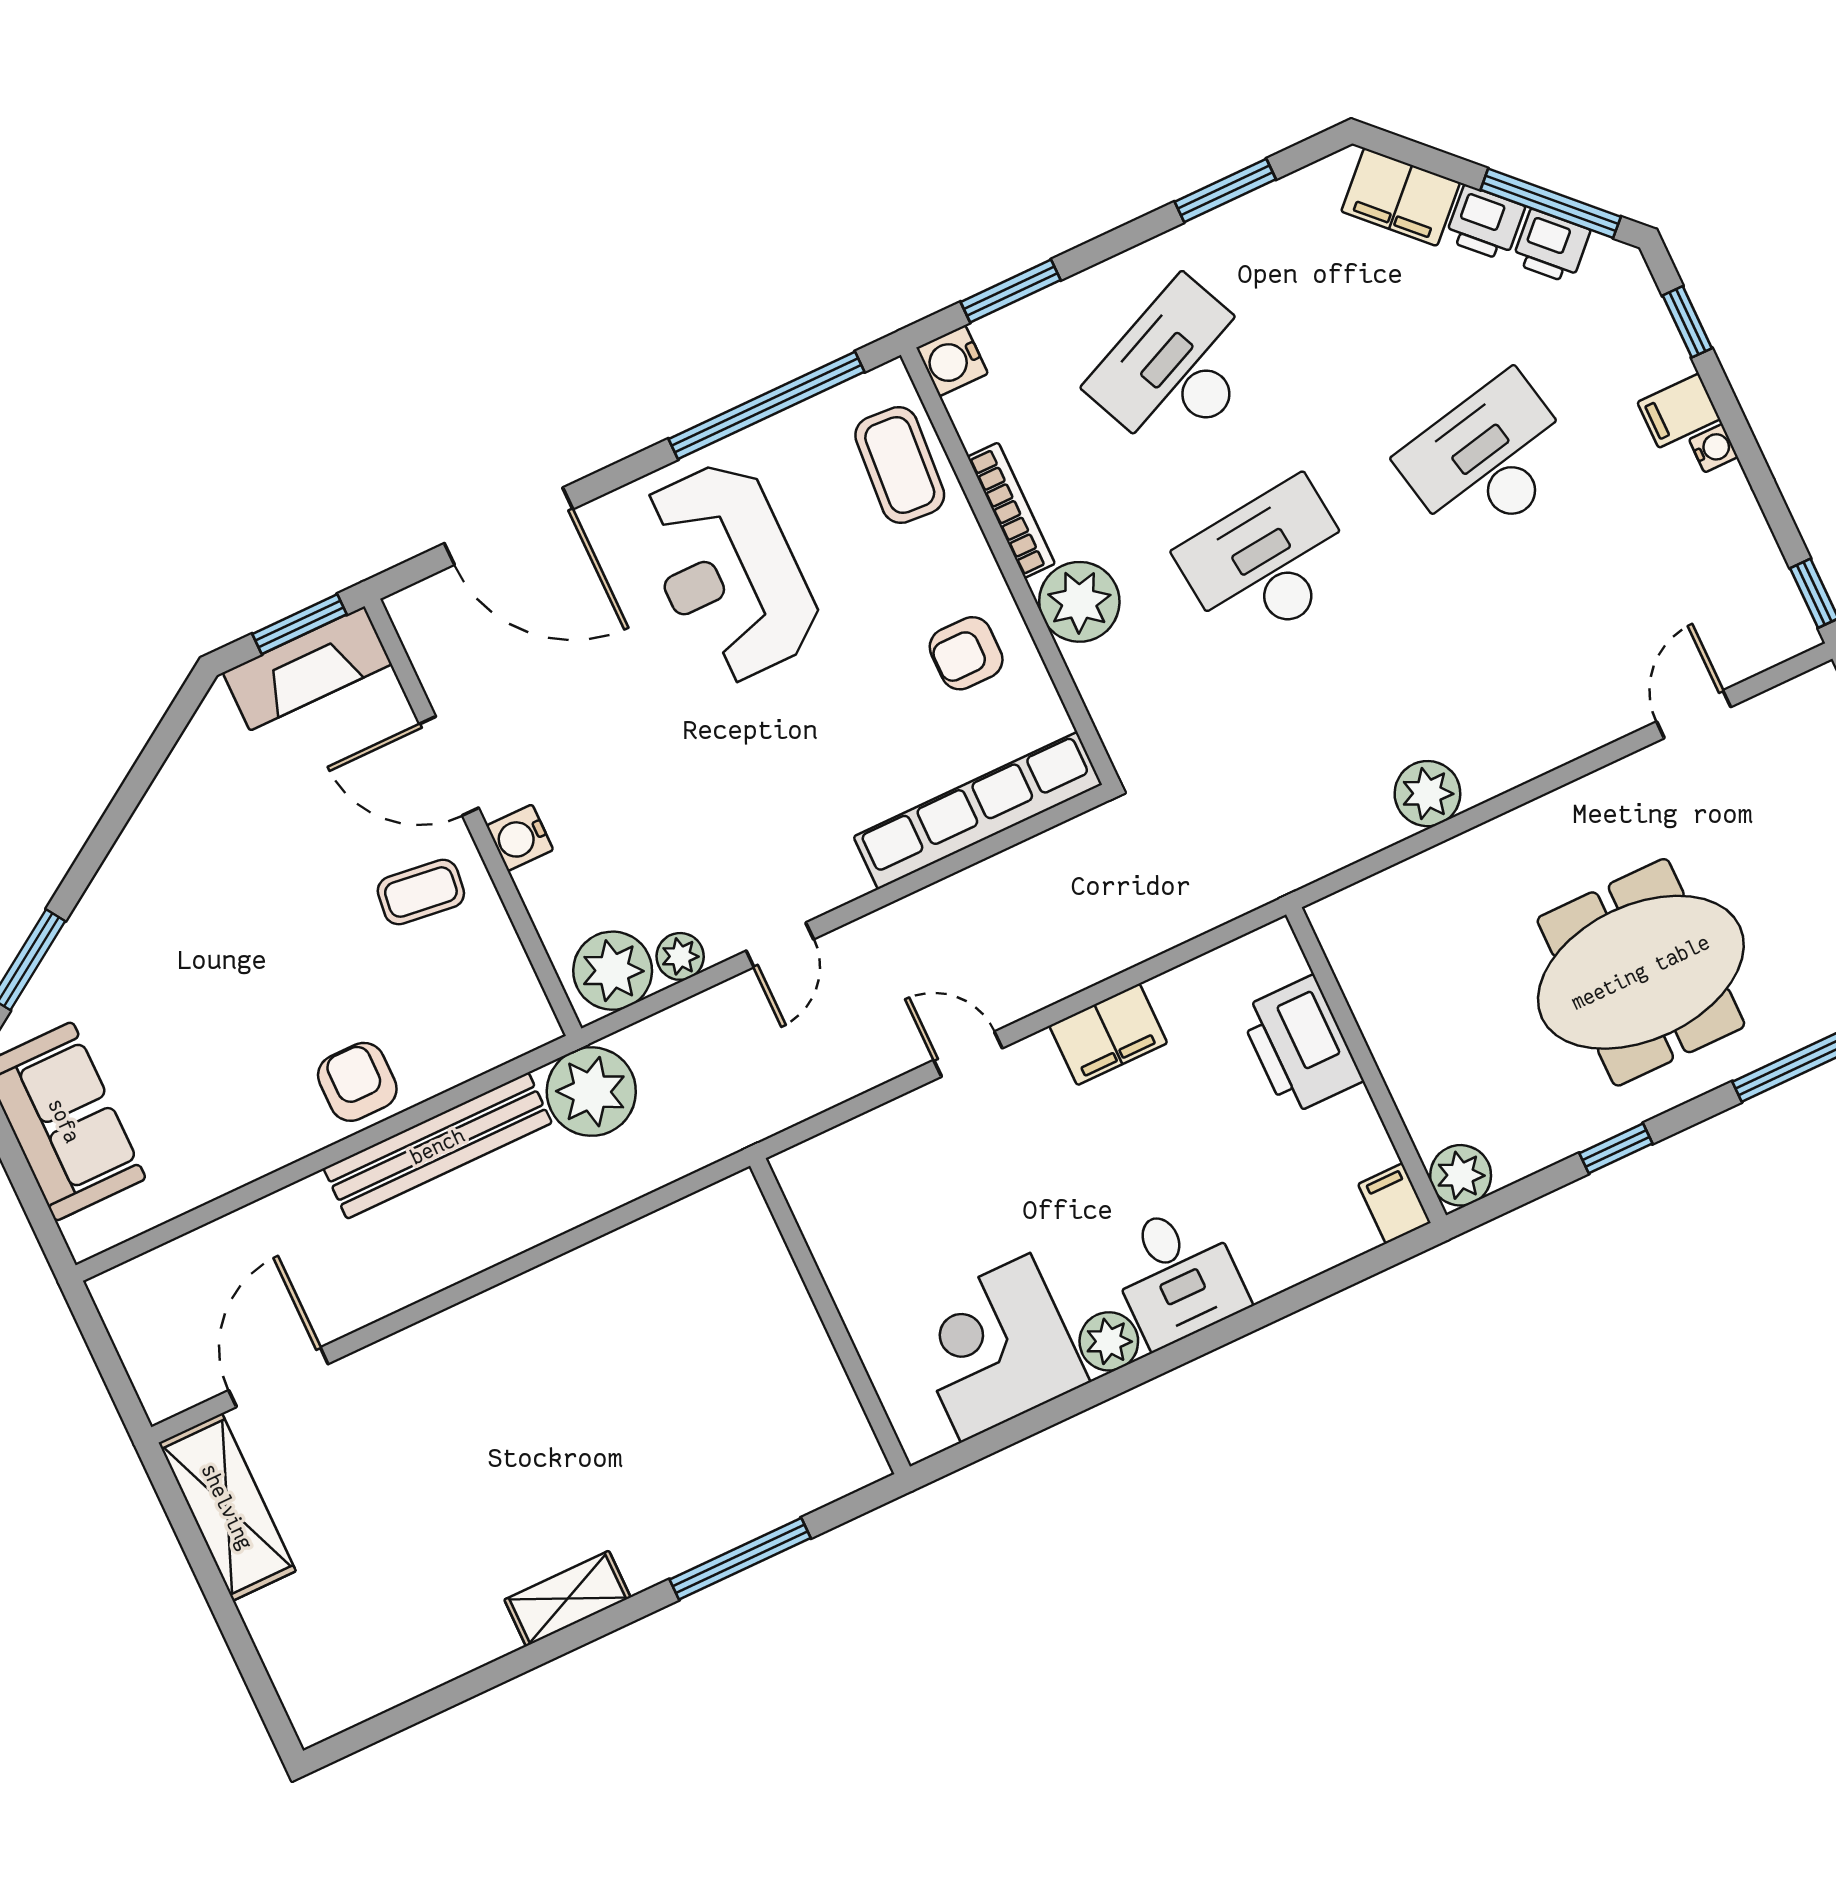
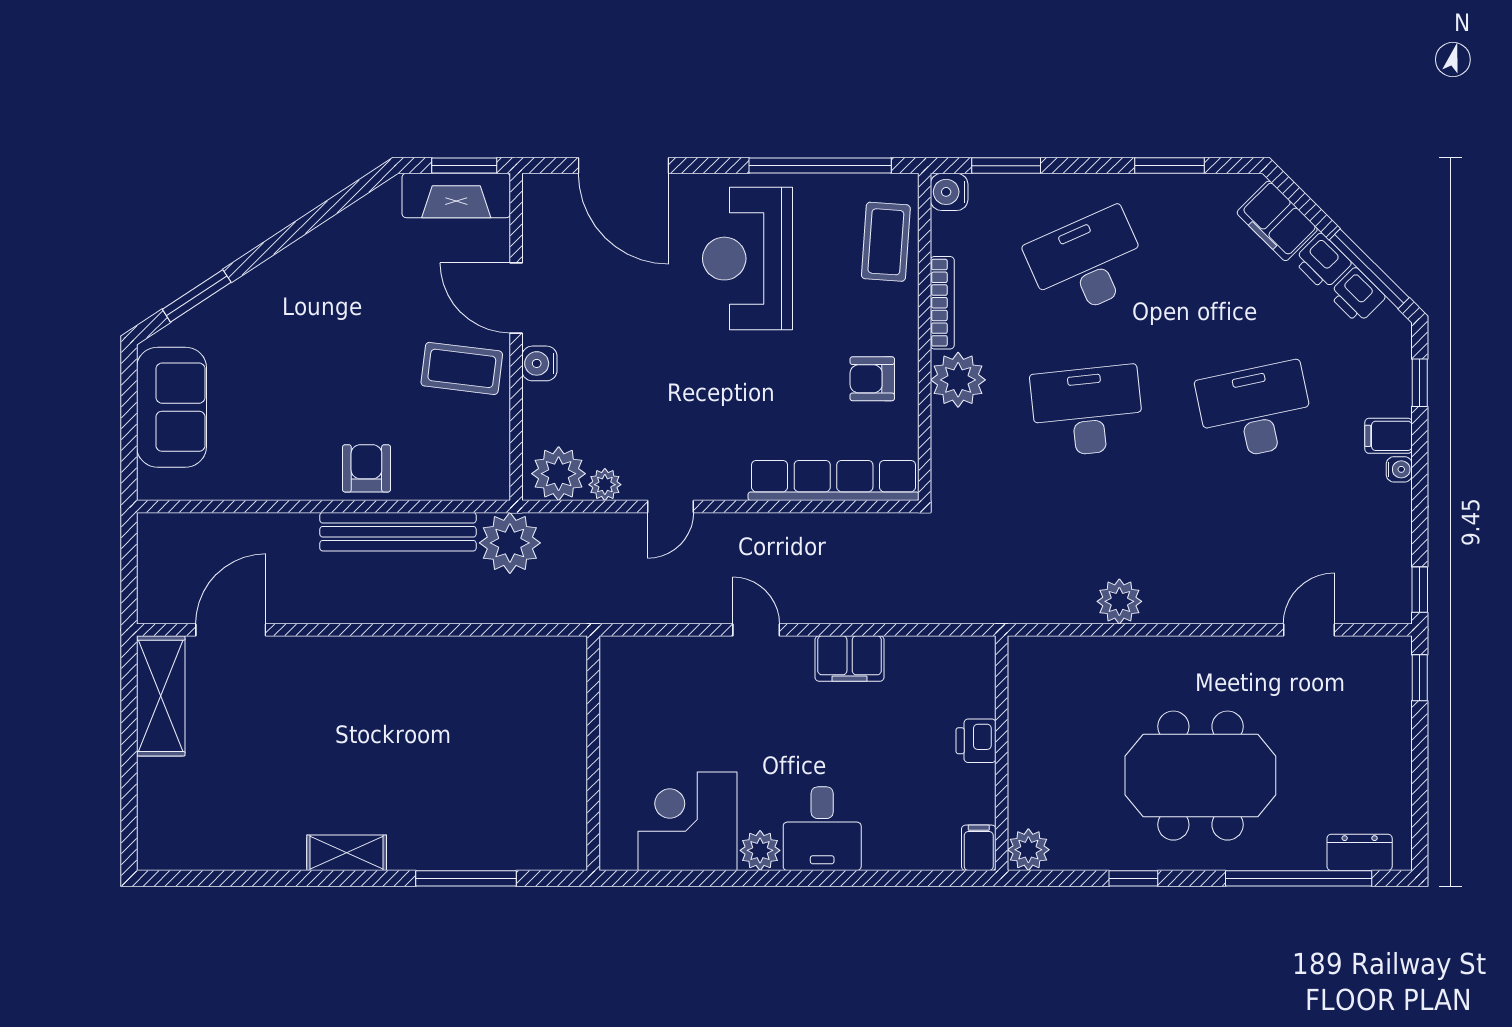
coffee table: (421, 892) -> (462, 368), width x1.36, depth x1.30
printer: (1301, 1045) -> (976, 741), width x0.53, depth x0.68

